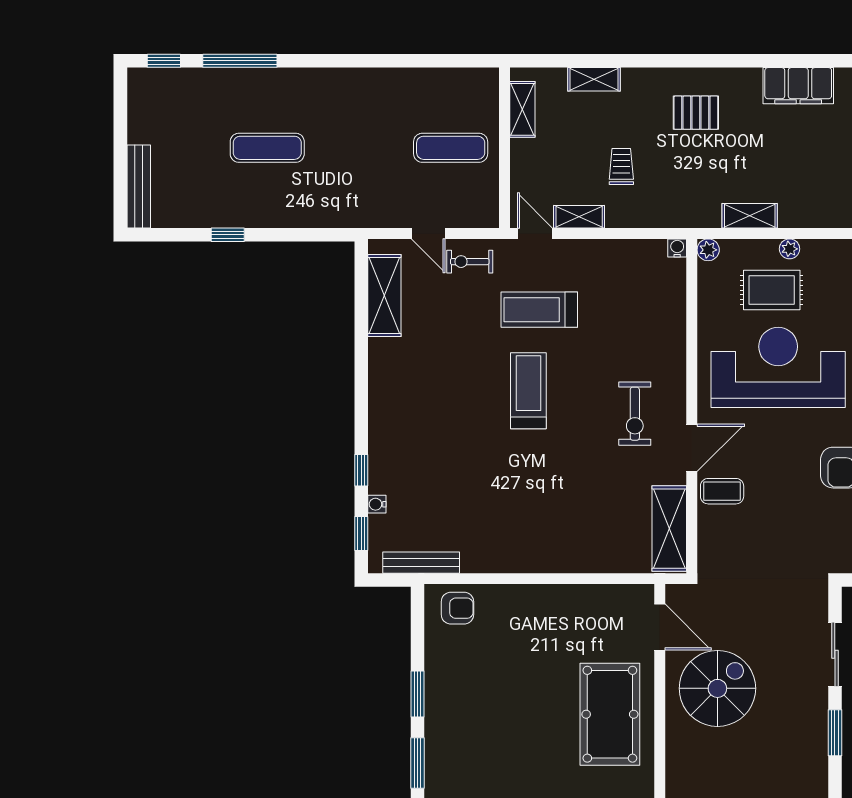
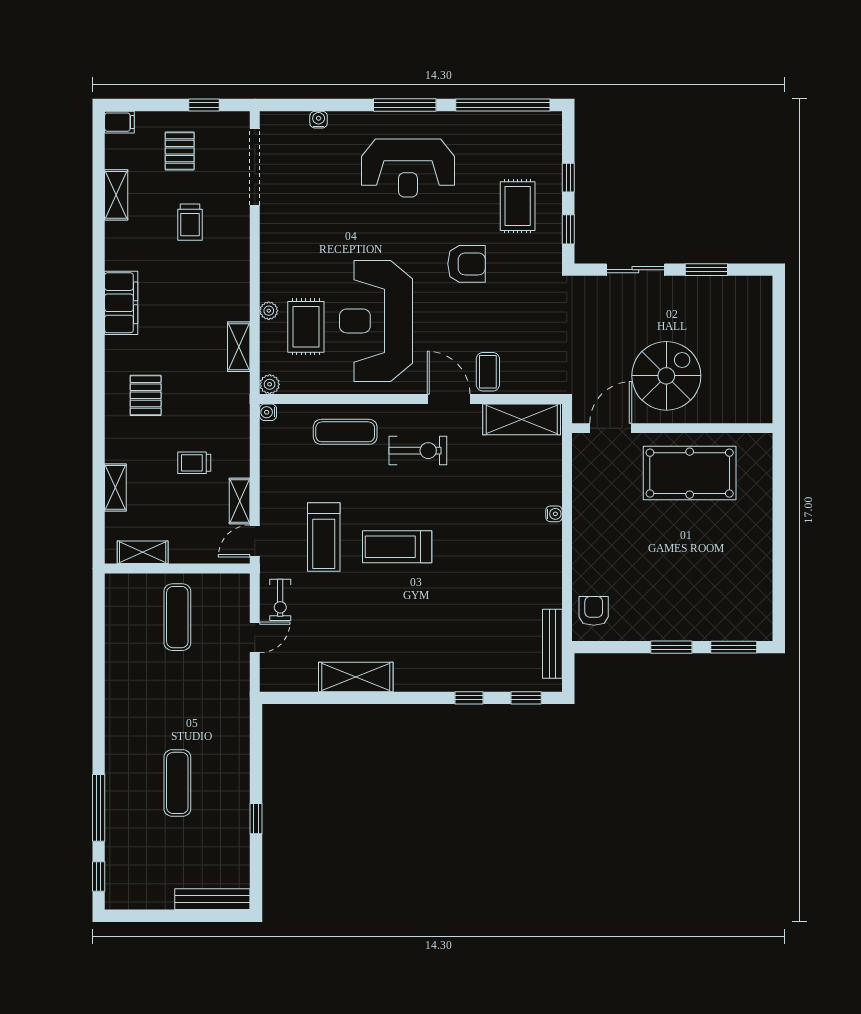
shelving: (384, 295) -> (356, 677), moved
exercise mat: (656, 333) -> (345, 432), added
water cooler: (377, 504) -> (554, 514), moved, turned -90
spiral stairs: (717, 688) -> (666, 376), turned 90

